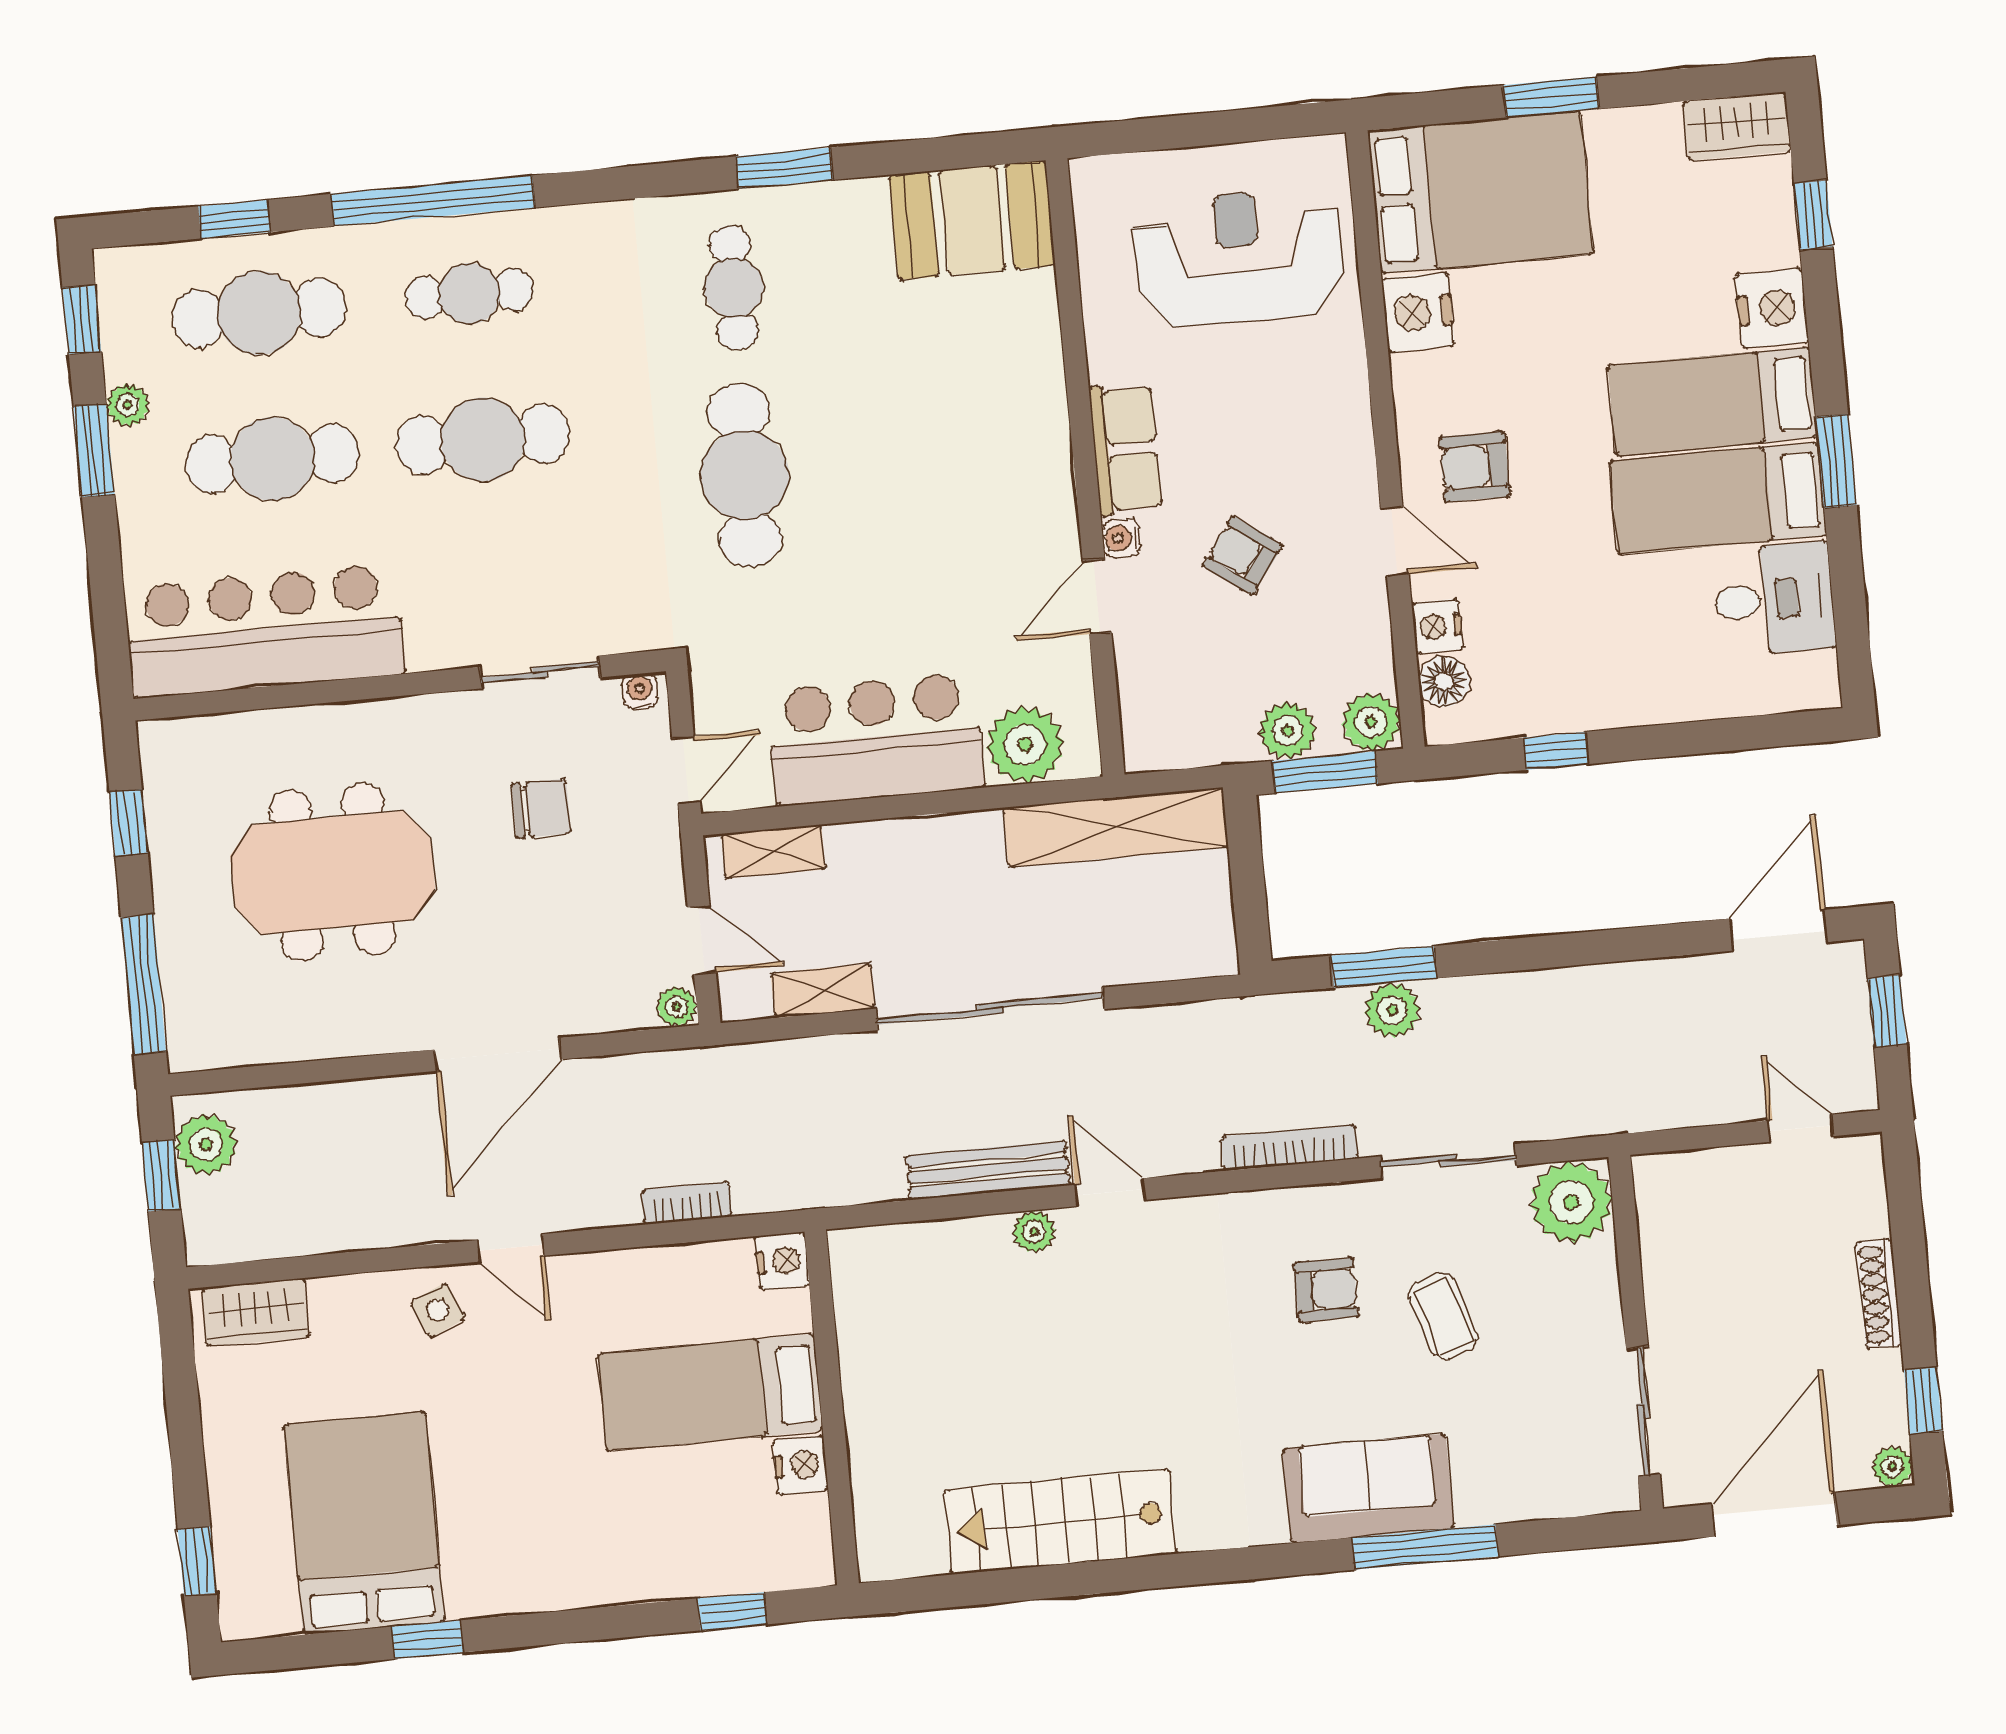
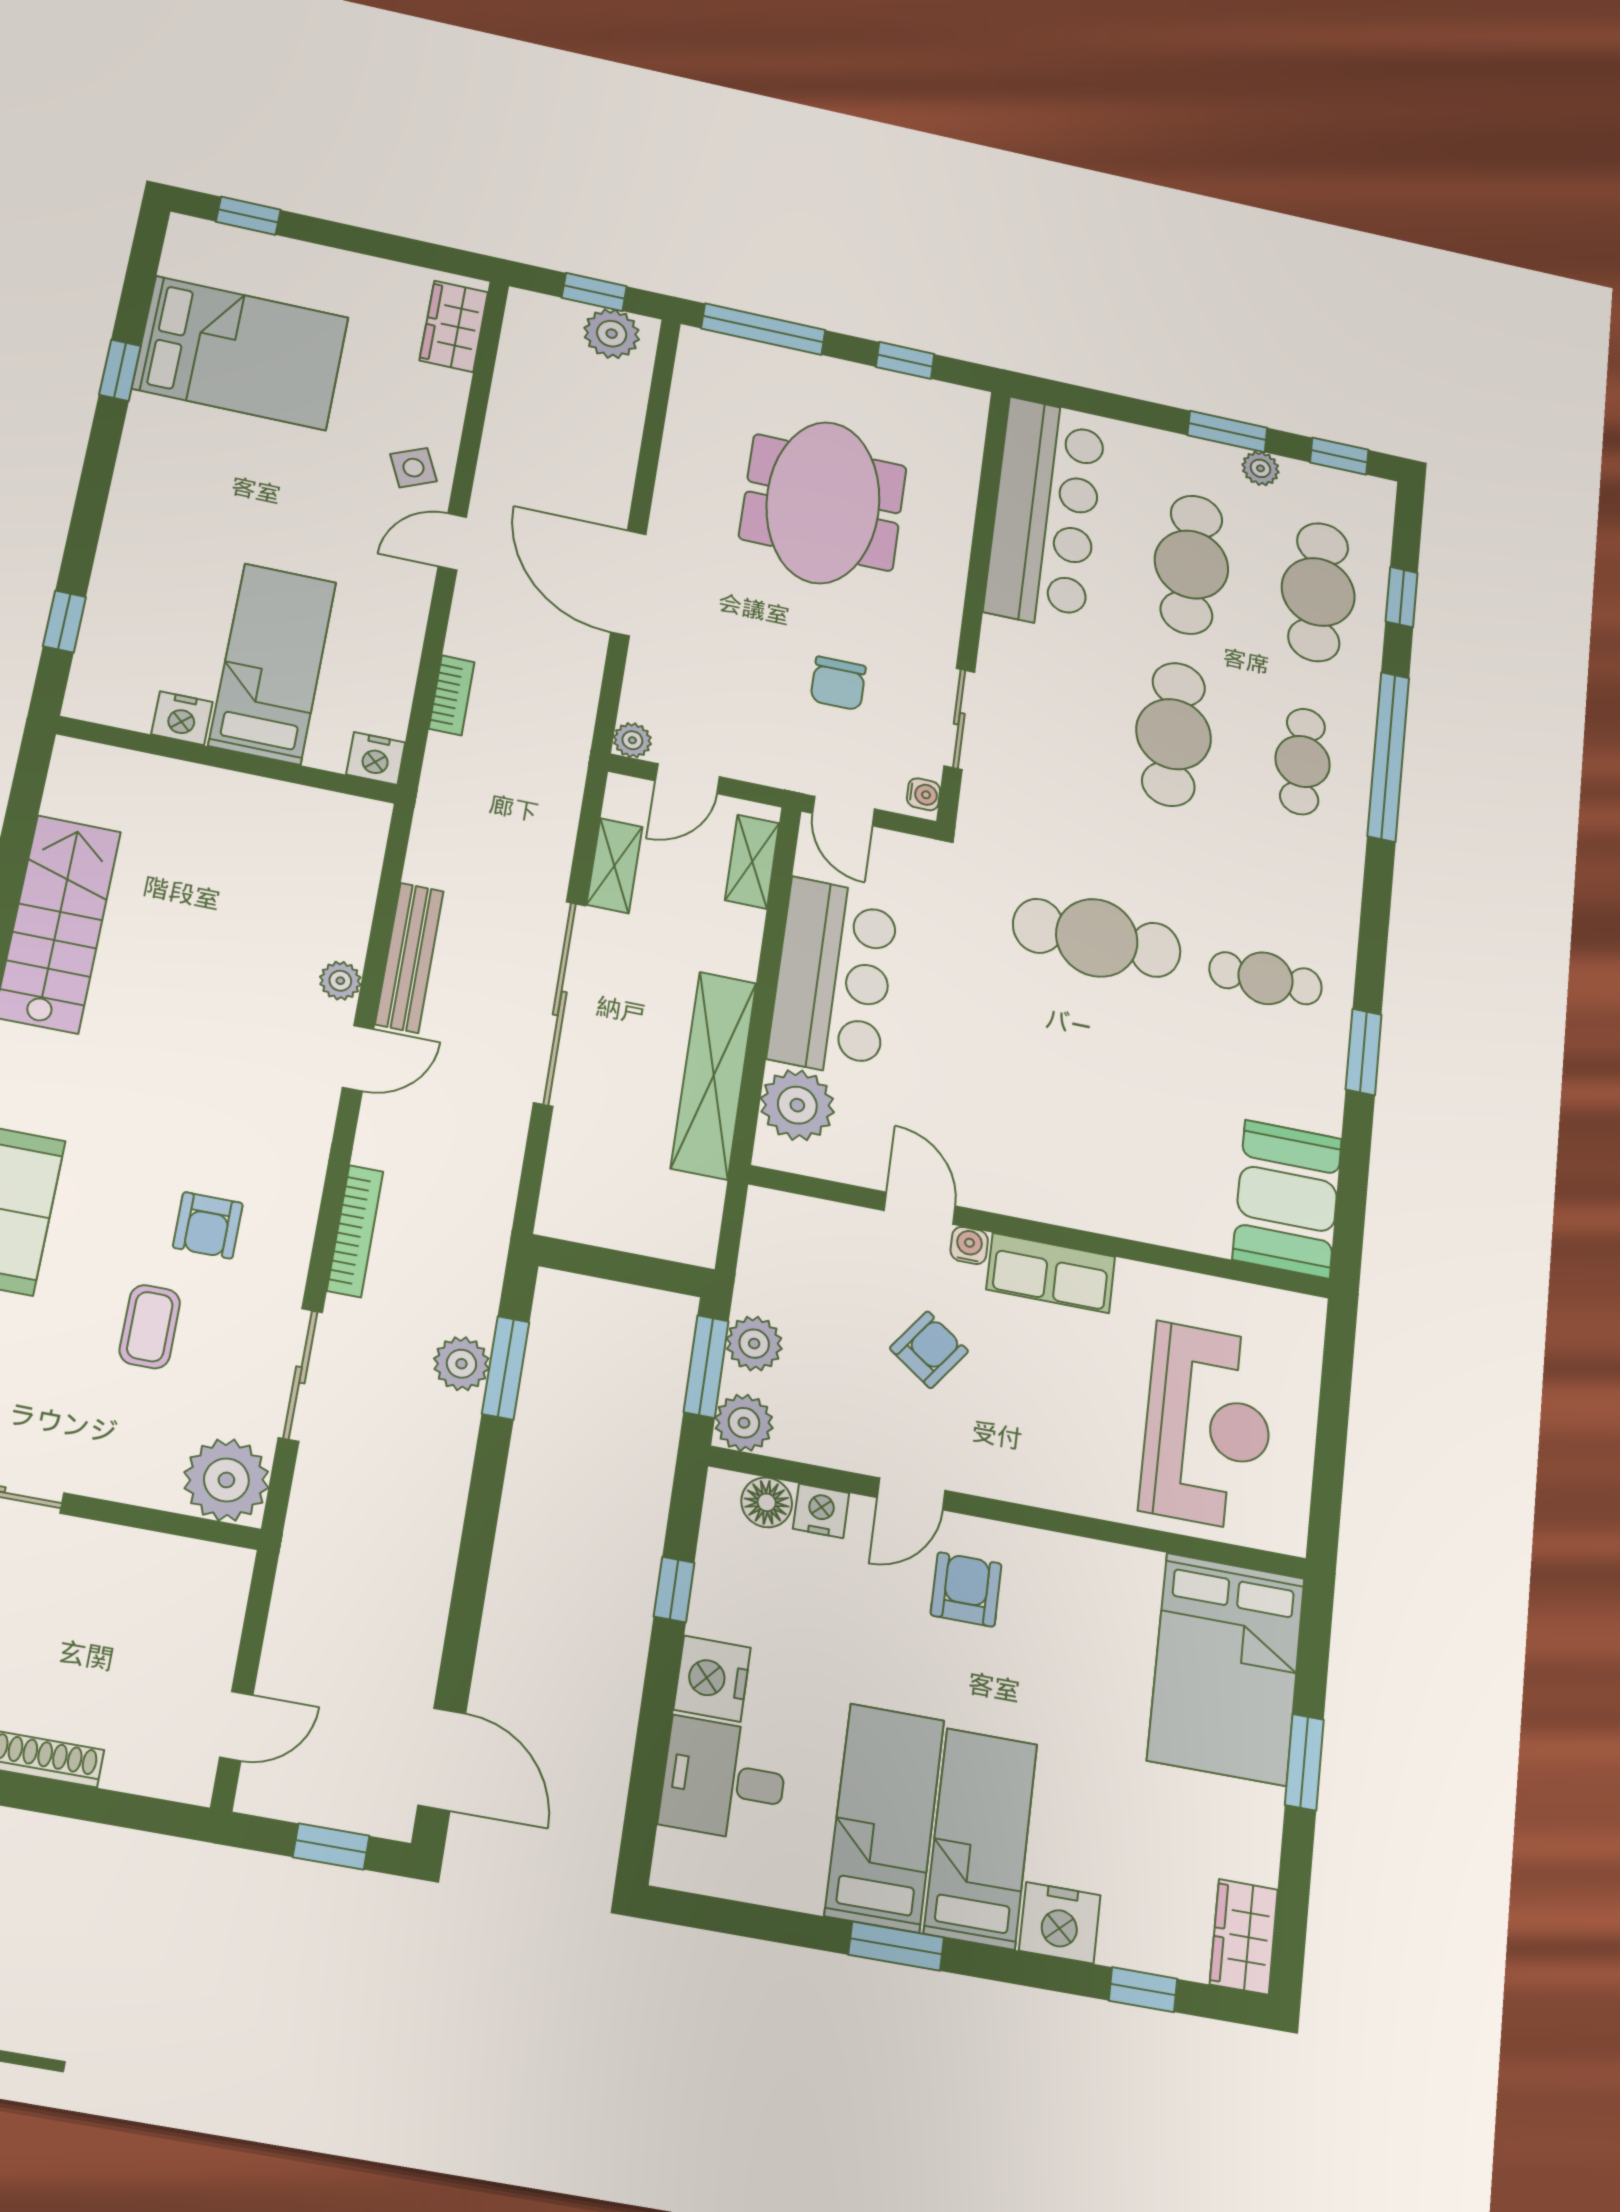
nightstand: (1418, 312) -> (712, 1679), moved, turned -90
desk: (1774, 599) -> (724, 1780), moved, turned 90
shelving: (1116, 827) -> (714, 1075), moved
coffee table: (1443, 1316) -> (150, 1327), turned -72

